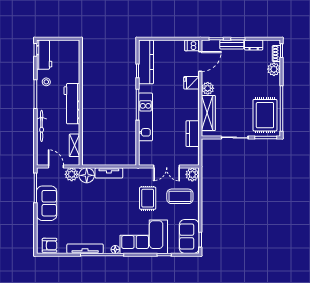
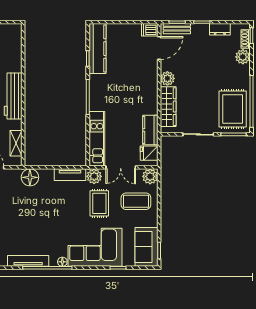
bench: (232, 45) -> (177, 29), moved
fridge: (191, 83) -> (149, 153), moved
kitchen unit: (146, 117) -> (97, 139), moved
tv unit: (109, 173) -> (70, 175), moved
plant: (72, 174) -> (94, 176), moved

